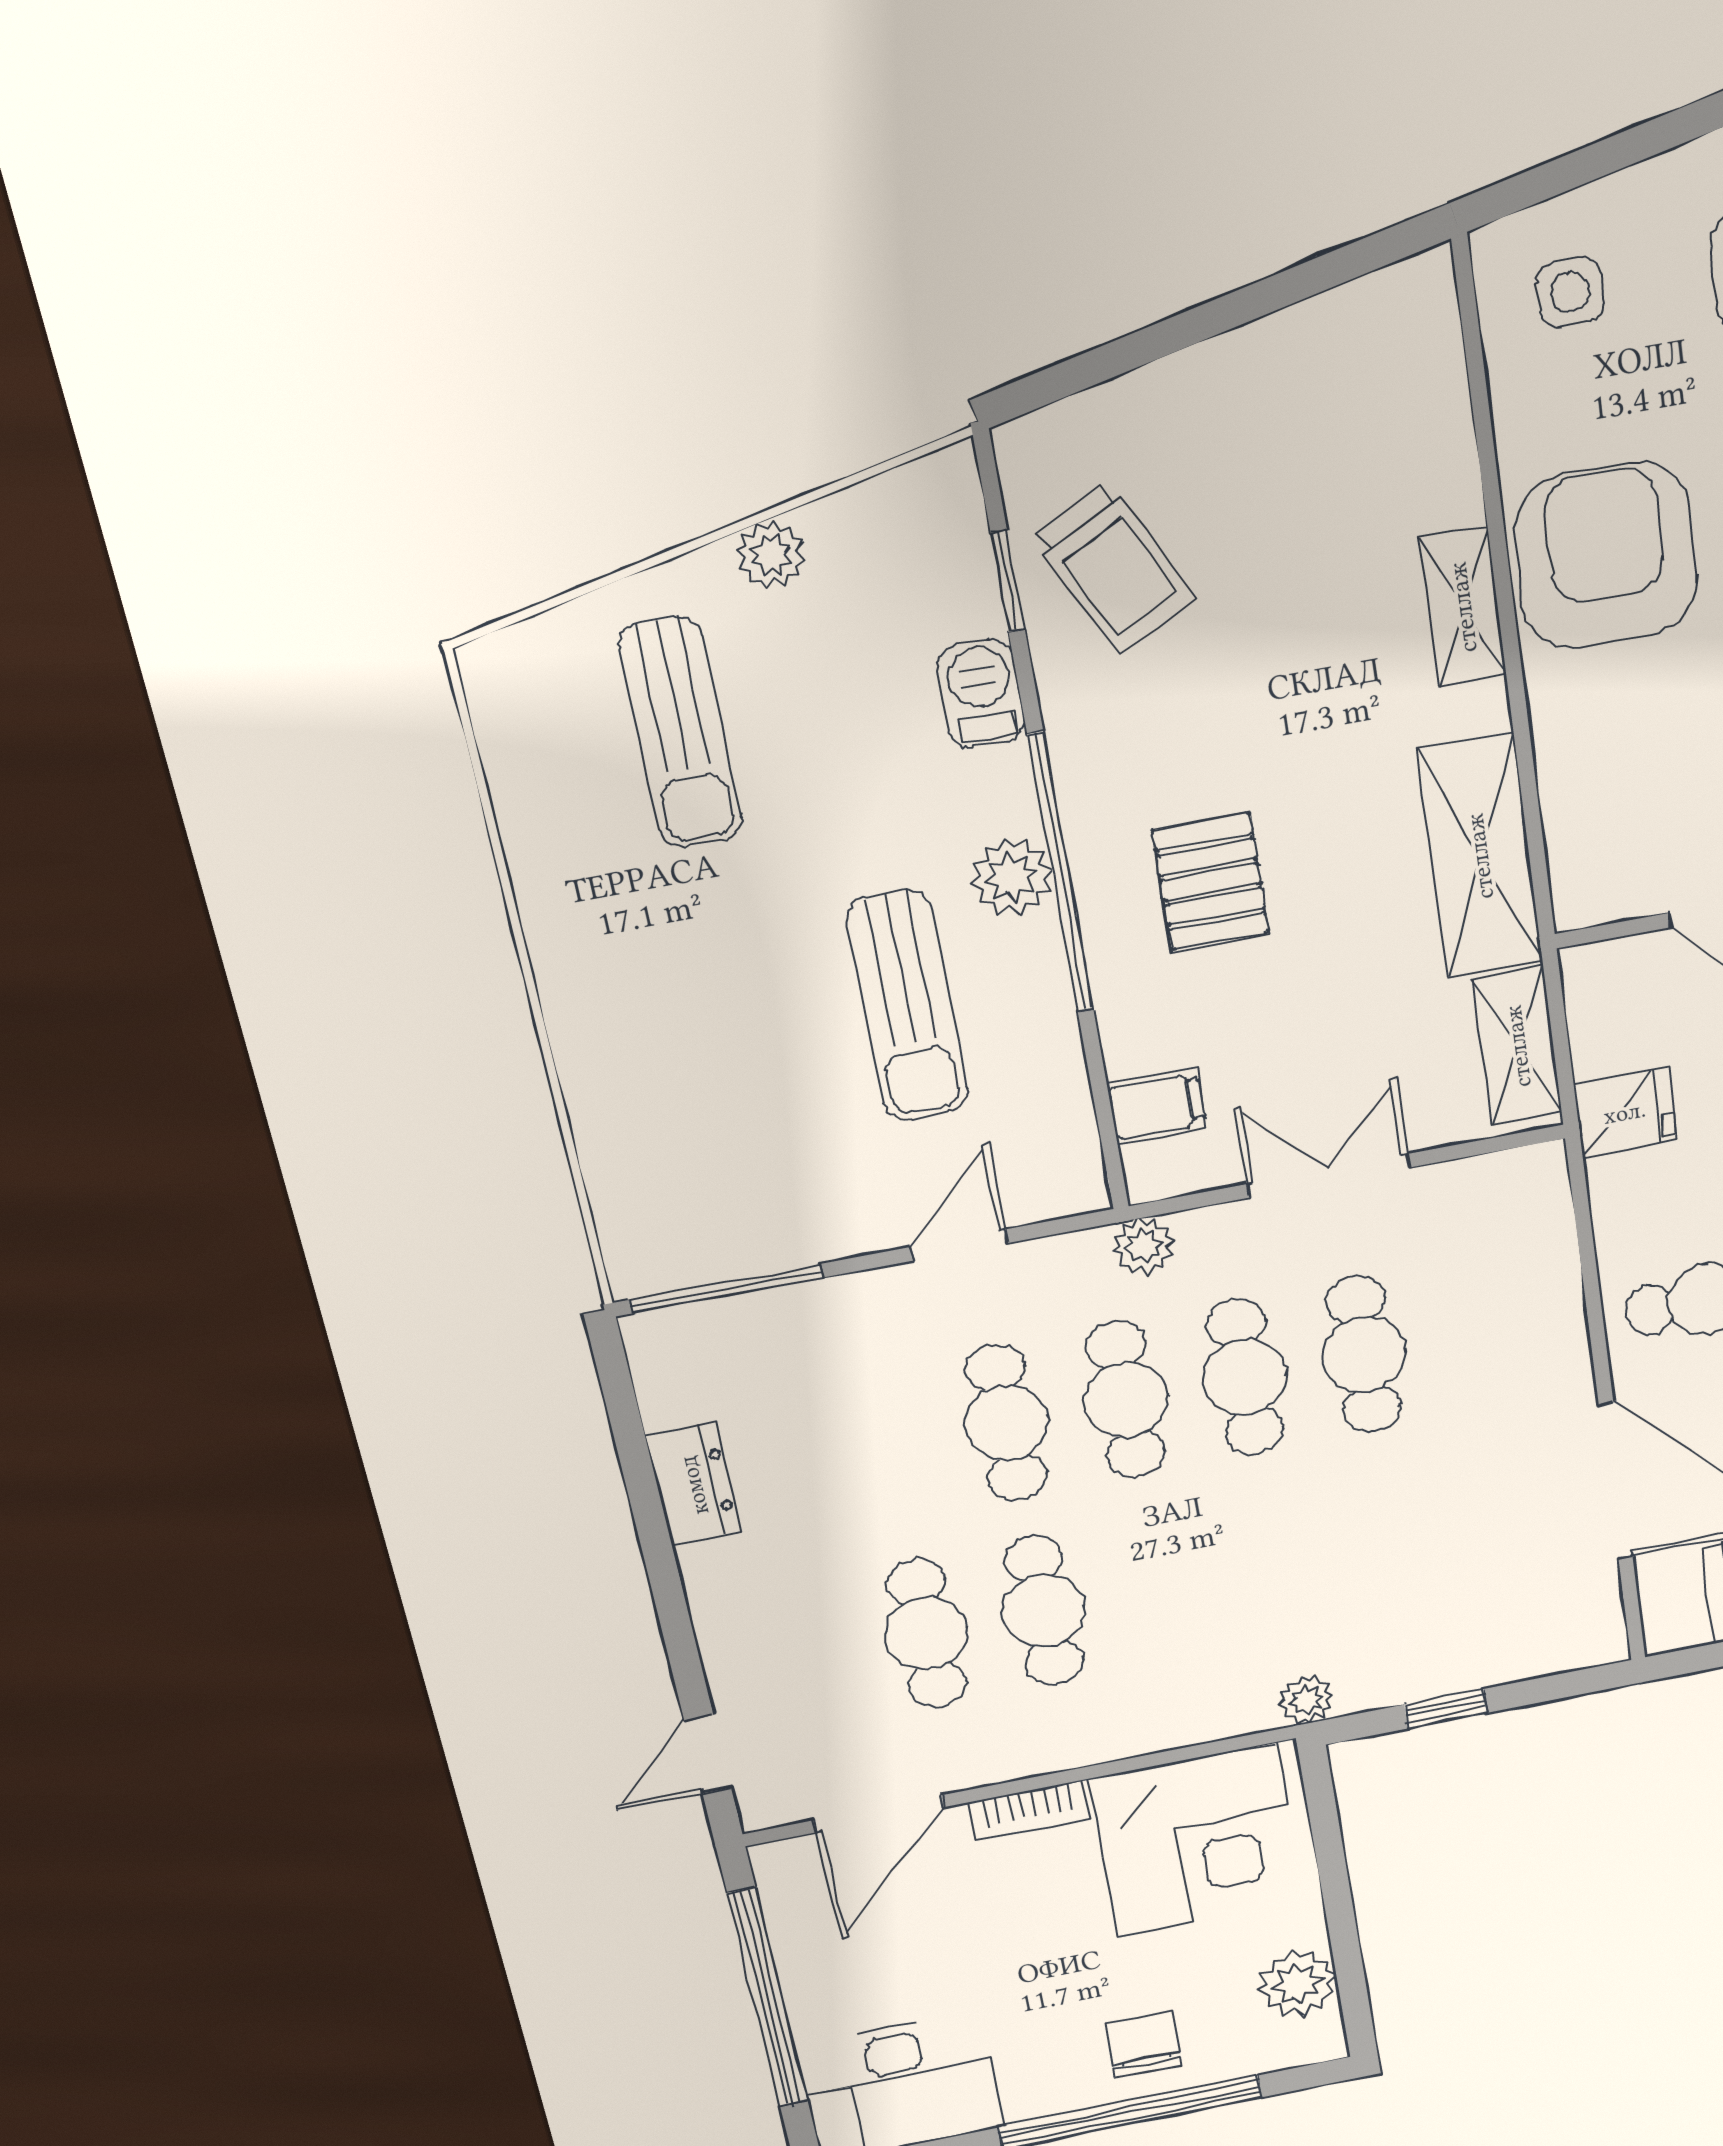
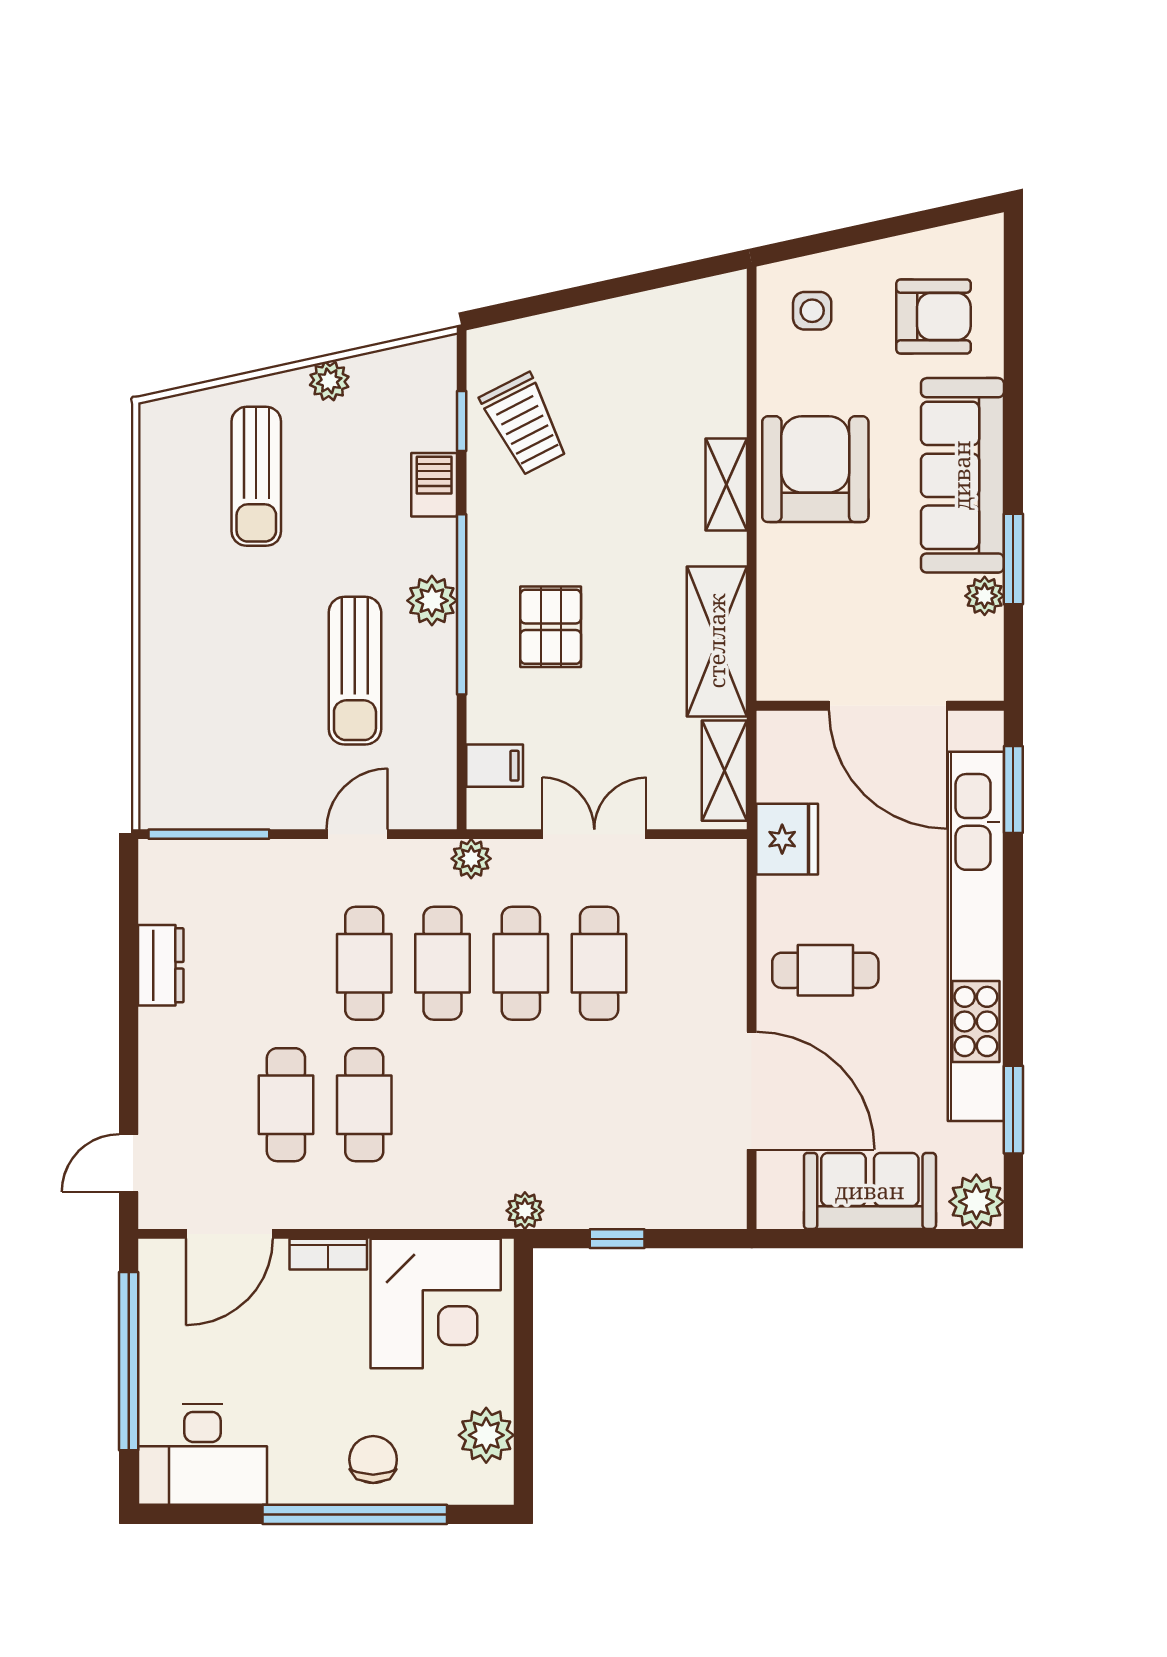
fridge: (1625, 1113) -> (787, 839), width x1.38

